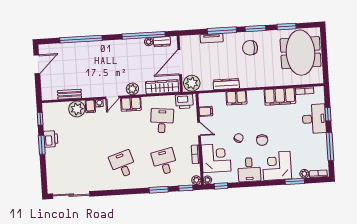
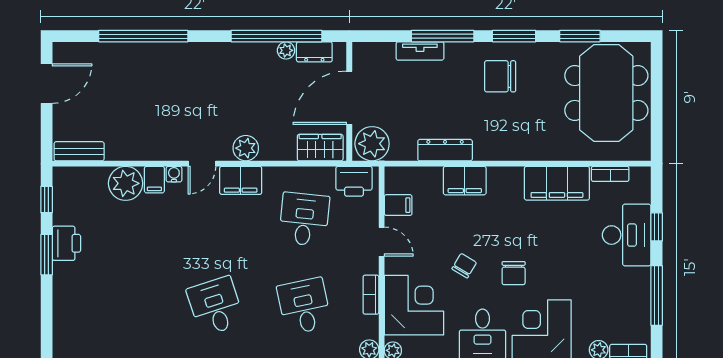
wardrobe: (162, 87) -> (320, 148), width x0.67
bench: (69, 94) -> (79, 151), moved

